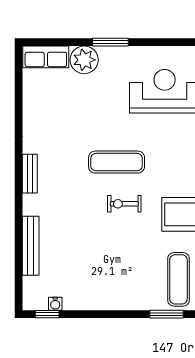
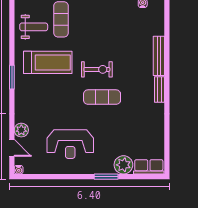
exercise bike: (124, 204) -> (97, 69), width x1.38, depth x1.39
bench: (31, 246) -> (159, 56), moved

